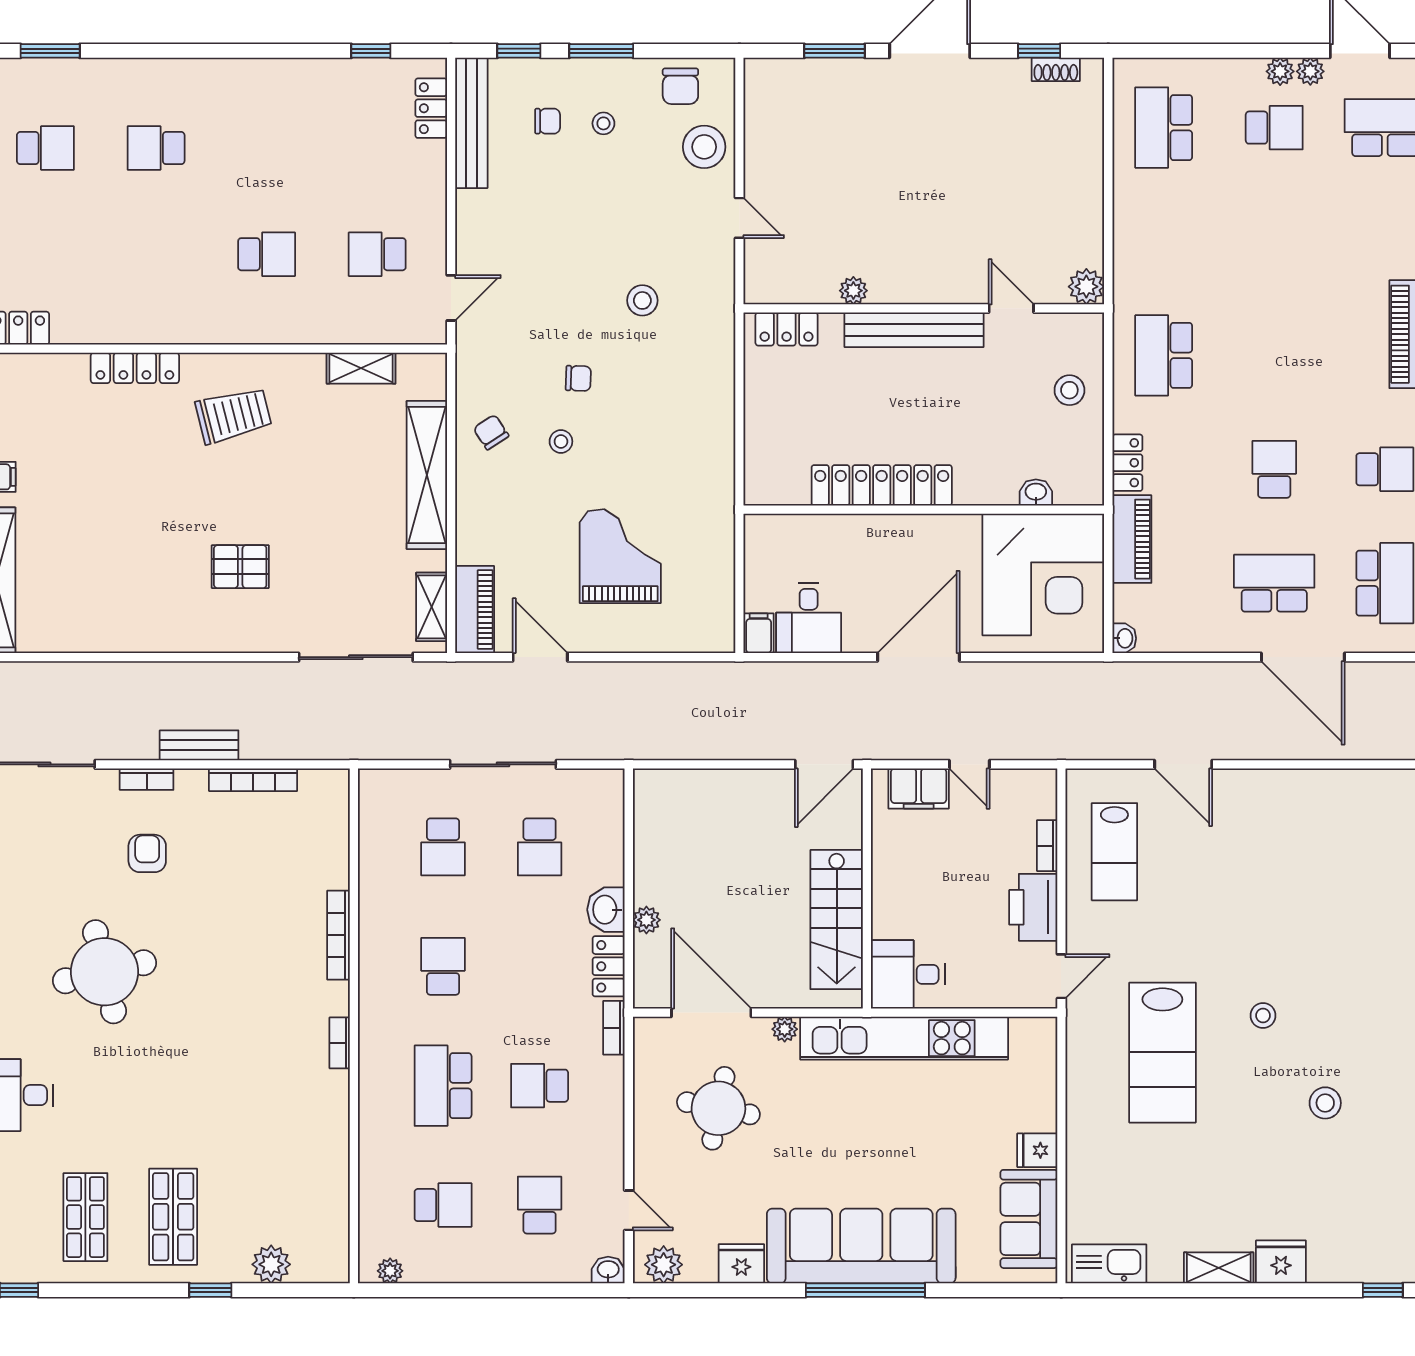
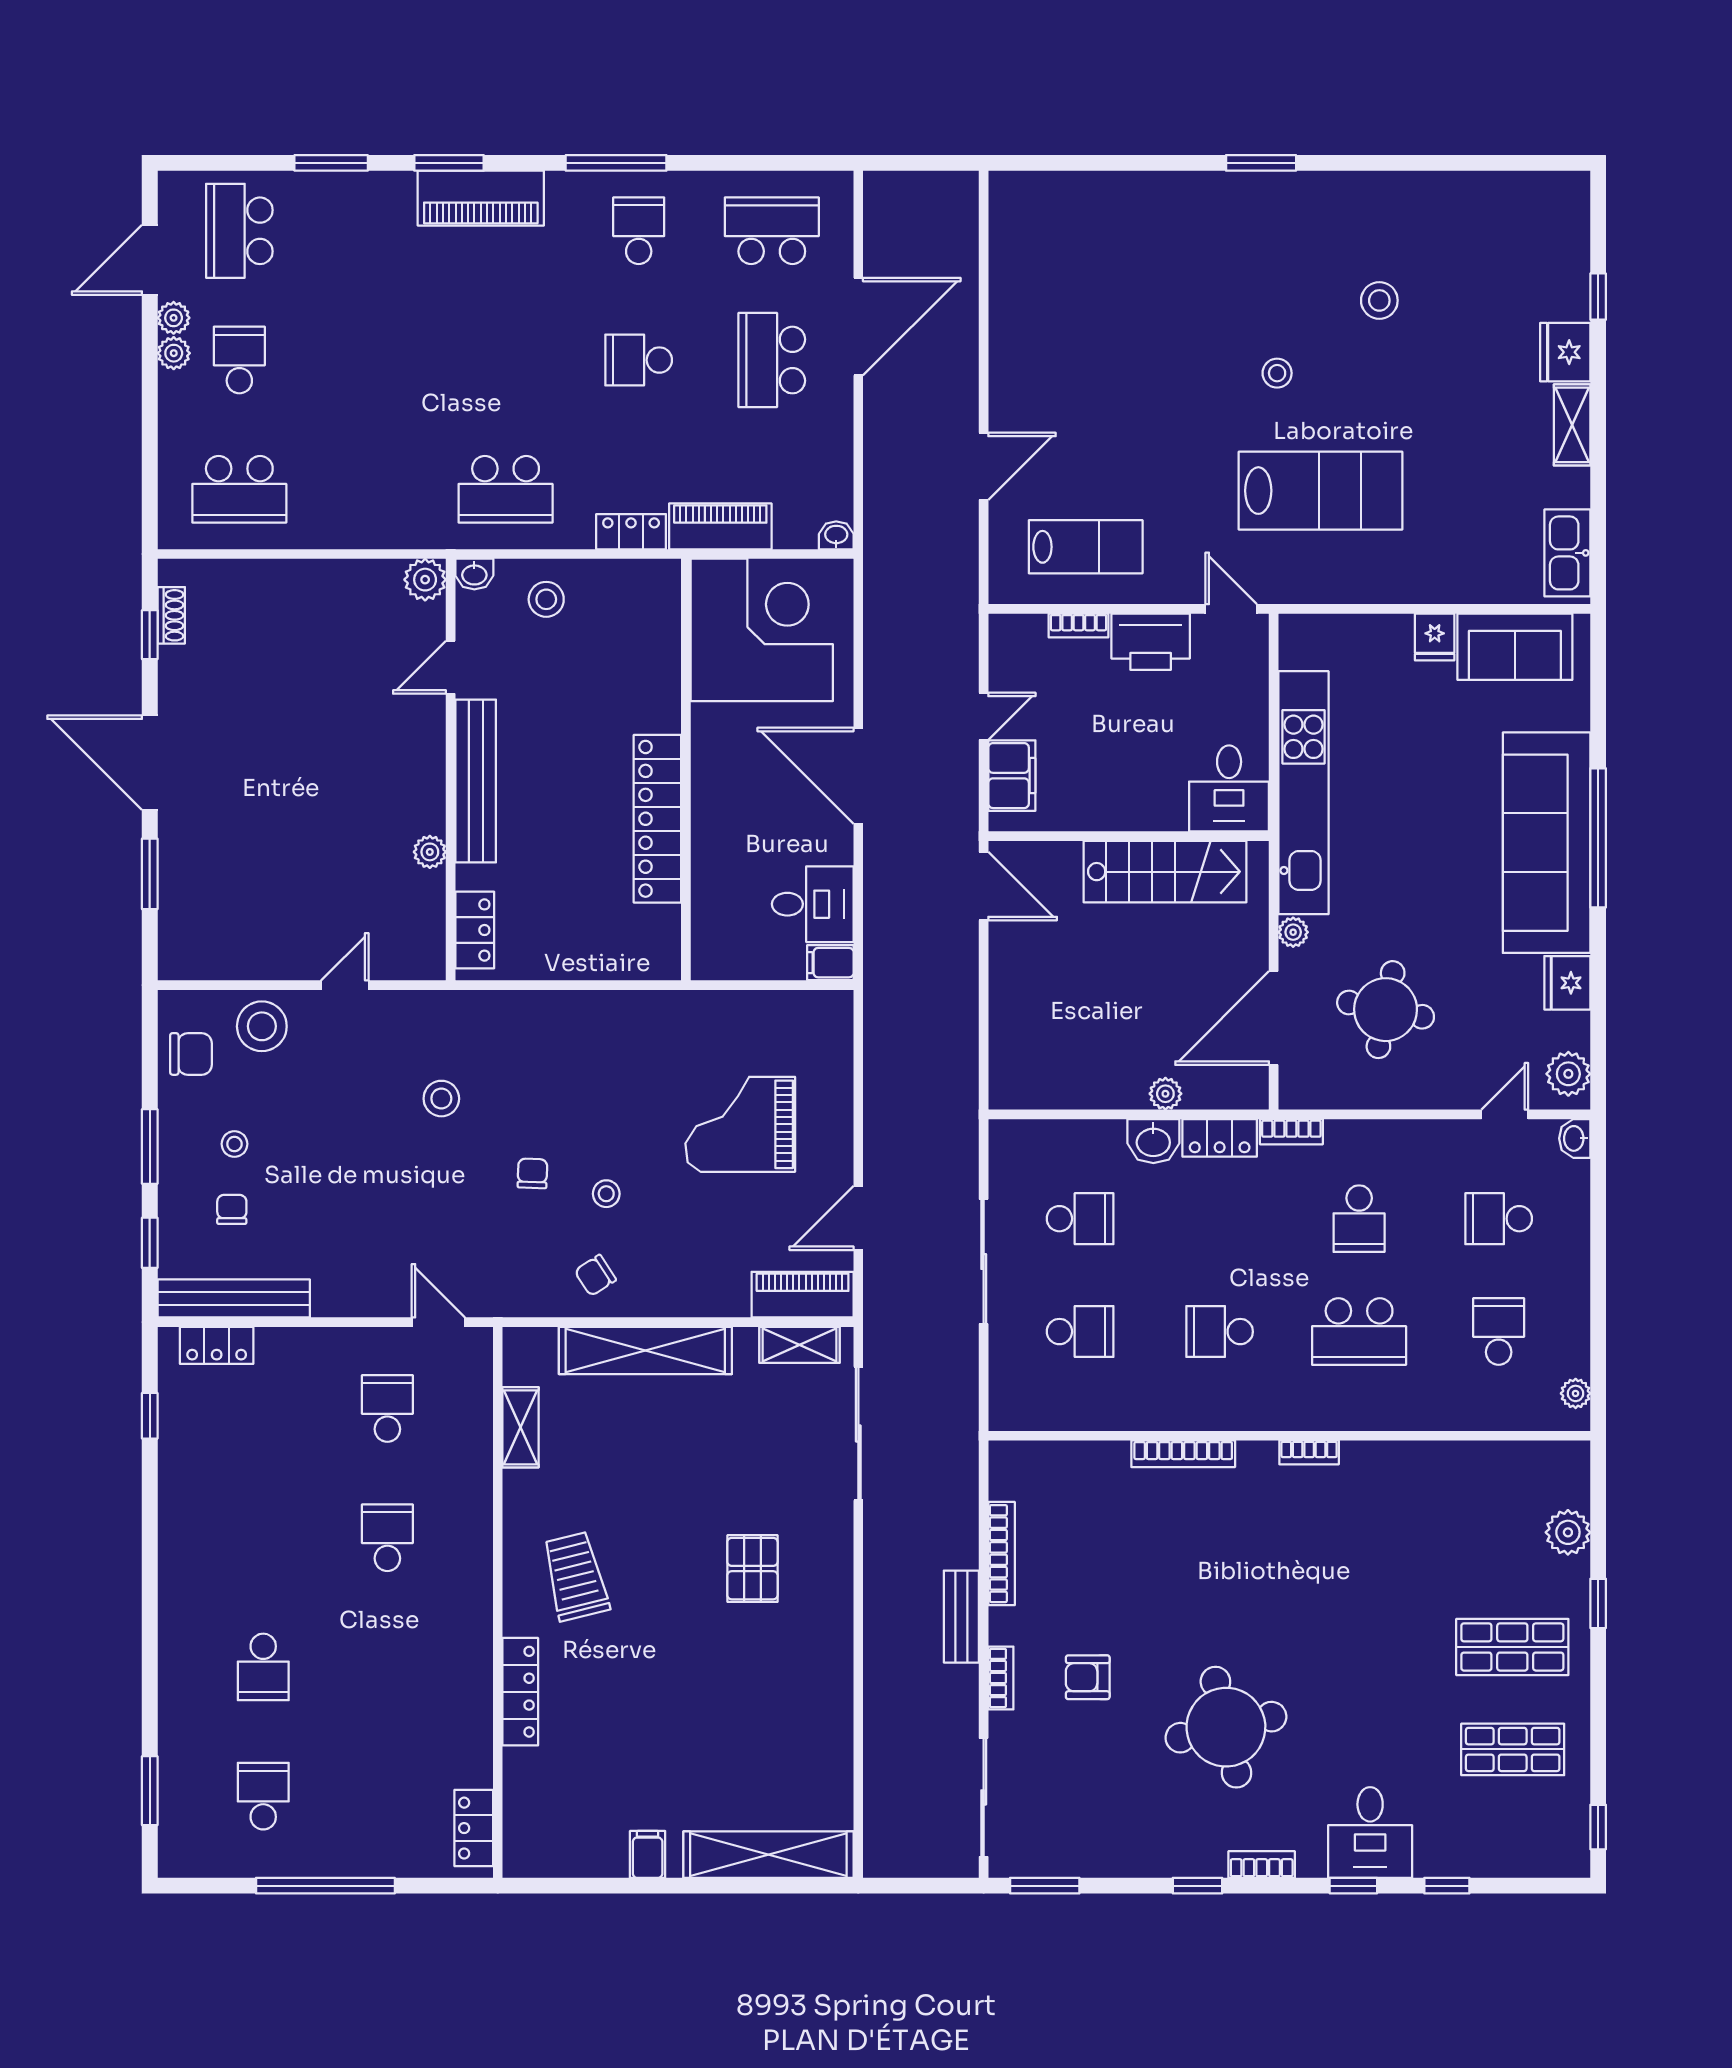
school desk: (377, 254) -> (387, 1408), turned 180
washbasin: (1036, 492) -> (474, 574), moved, turned -90
window: (1383, 1290) -> (1598, 297), moved

